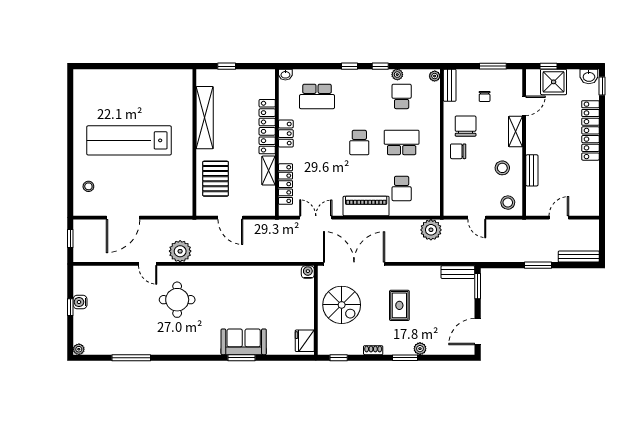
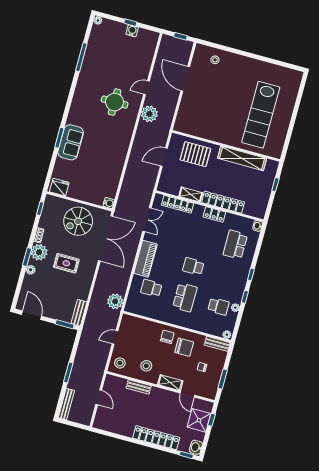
lab bench: (129, 140) -> (261, 115), moved, turned 180
plant: (395, 344) -> (39, 252), added

